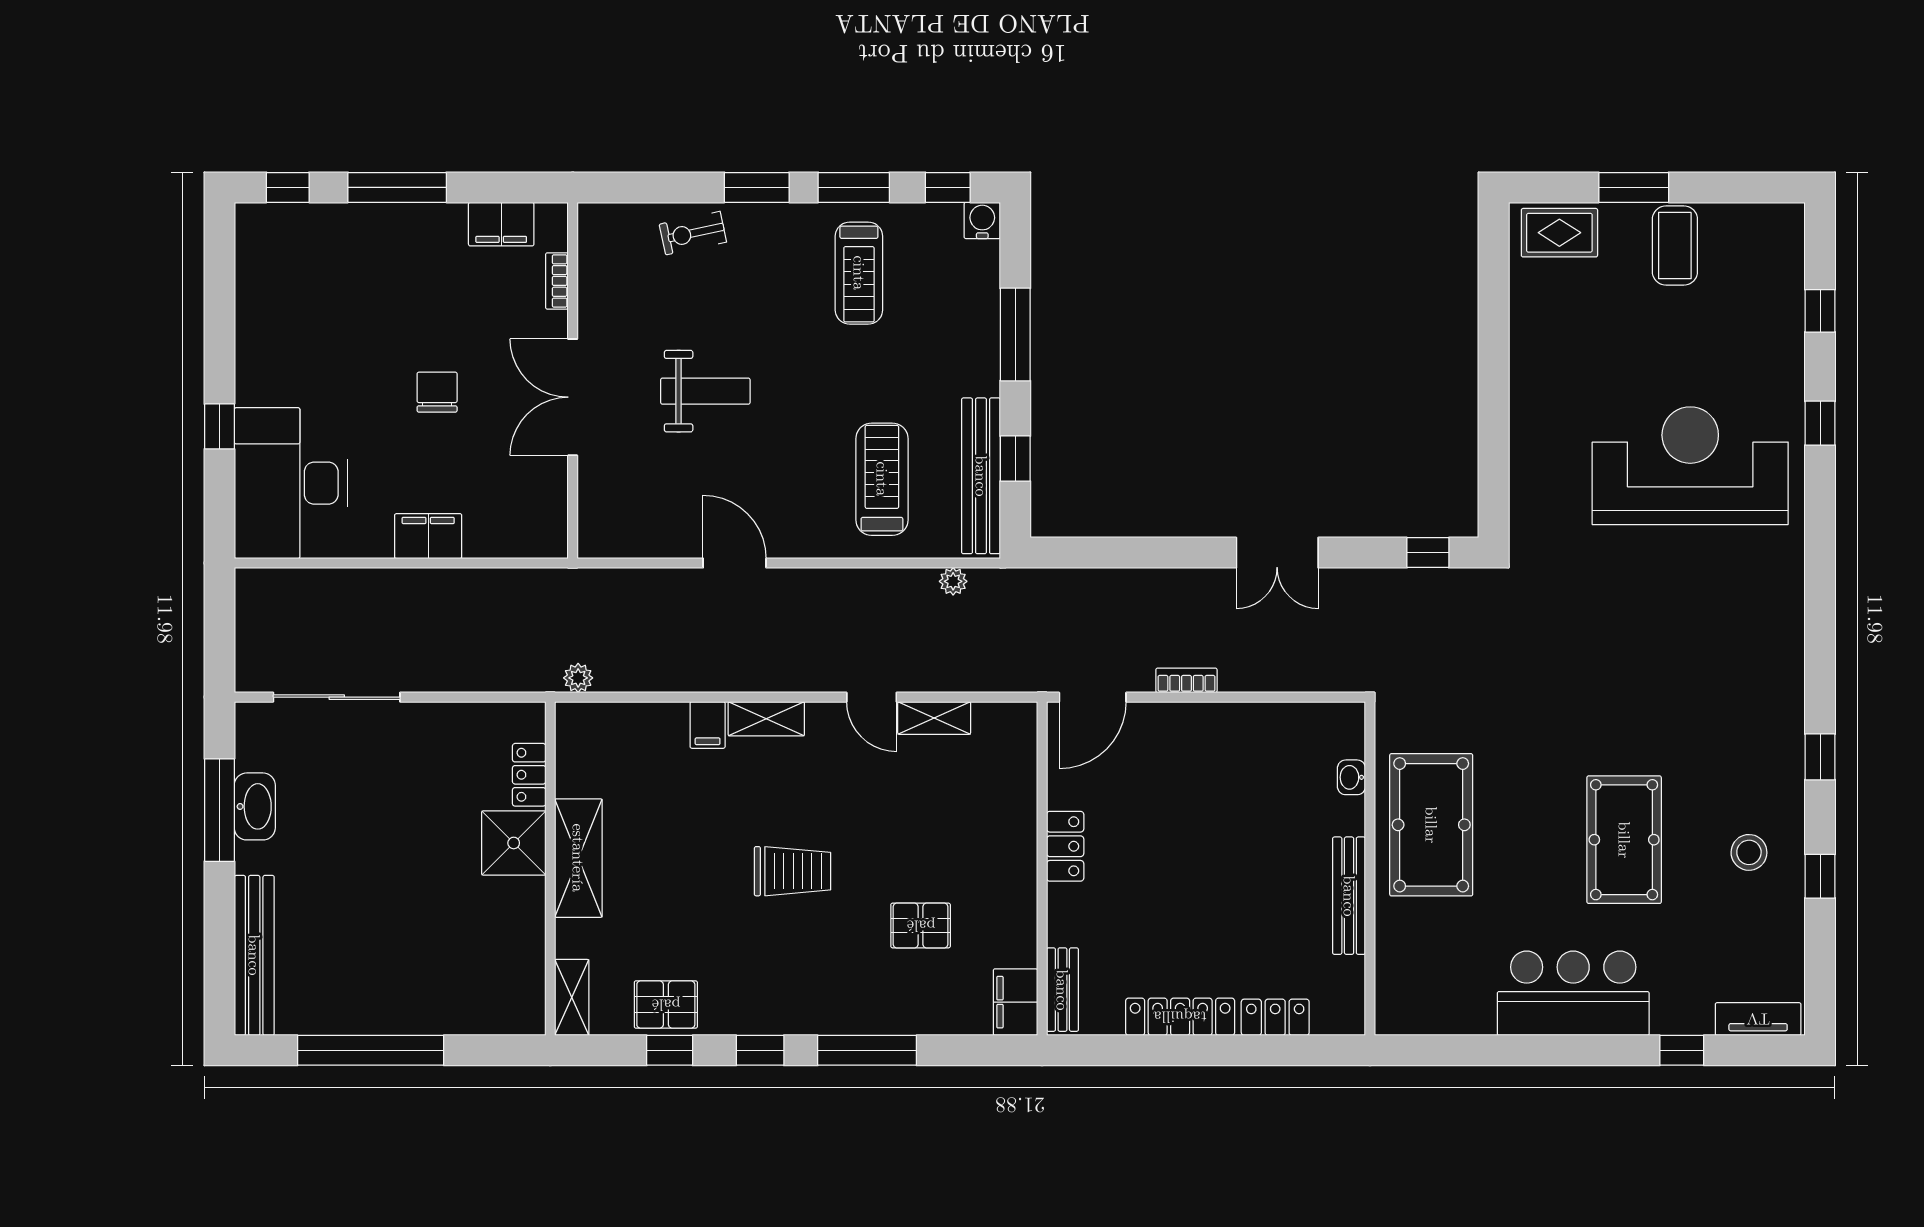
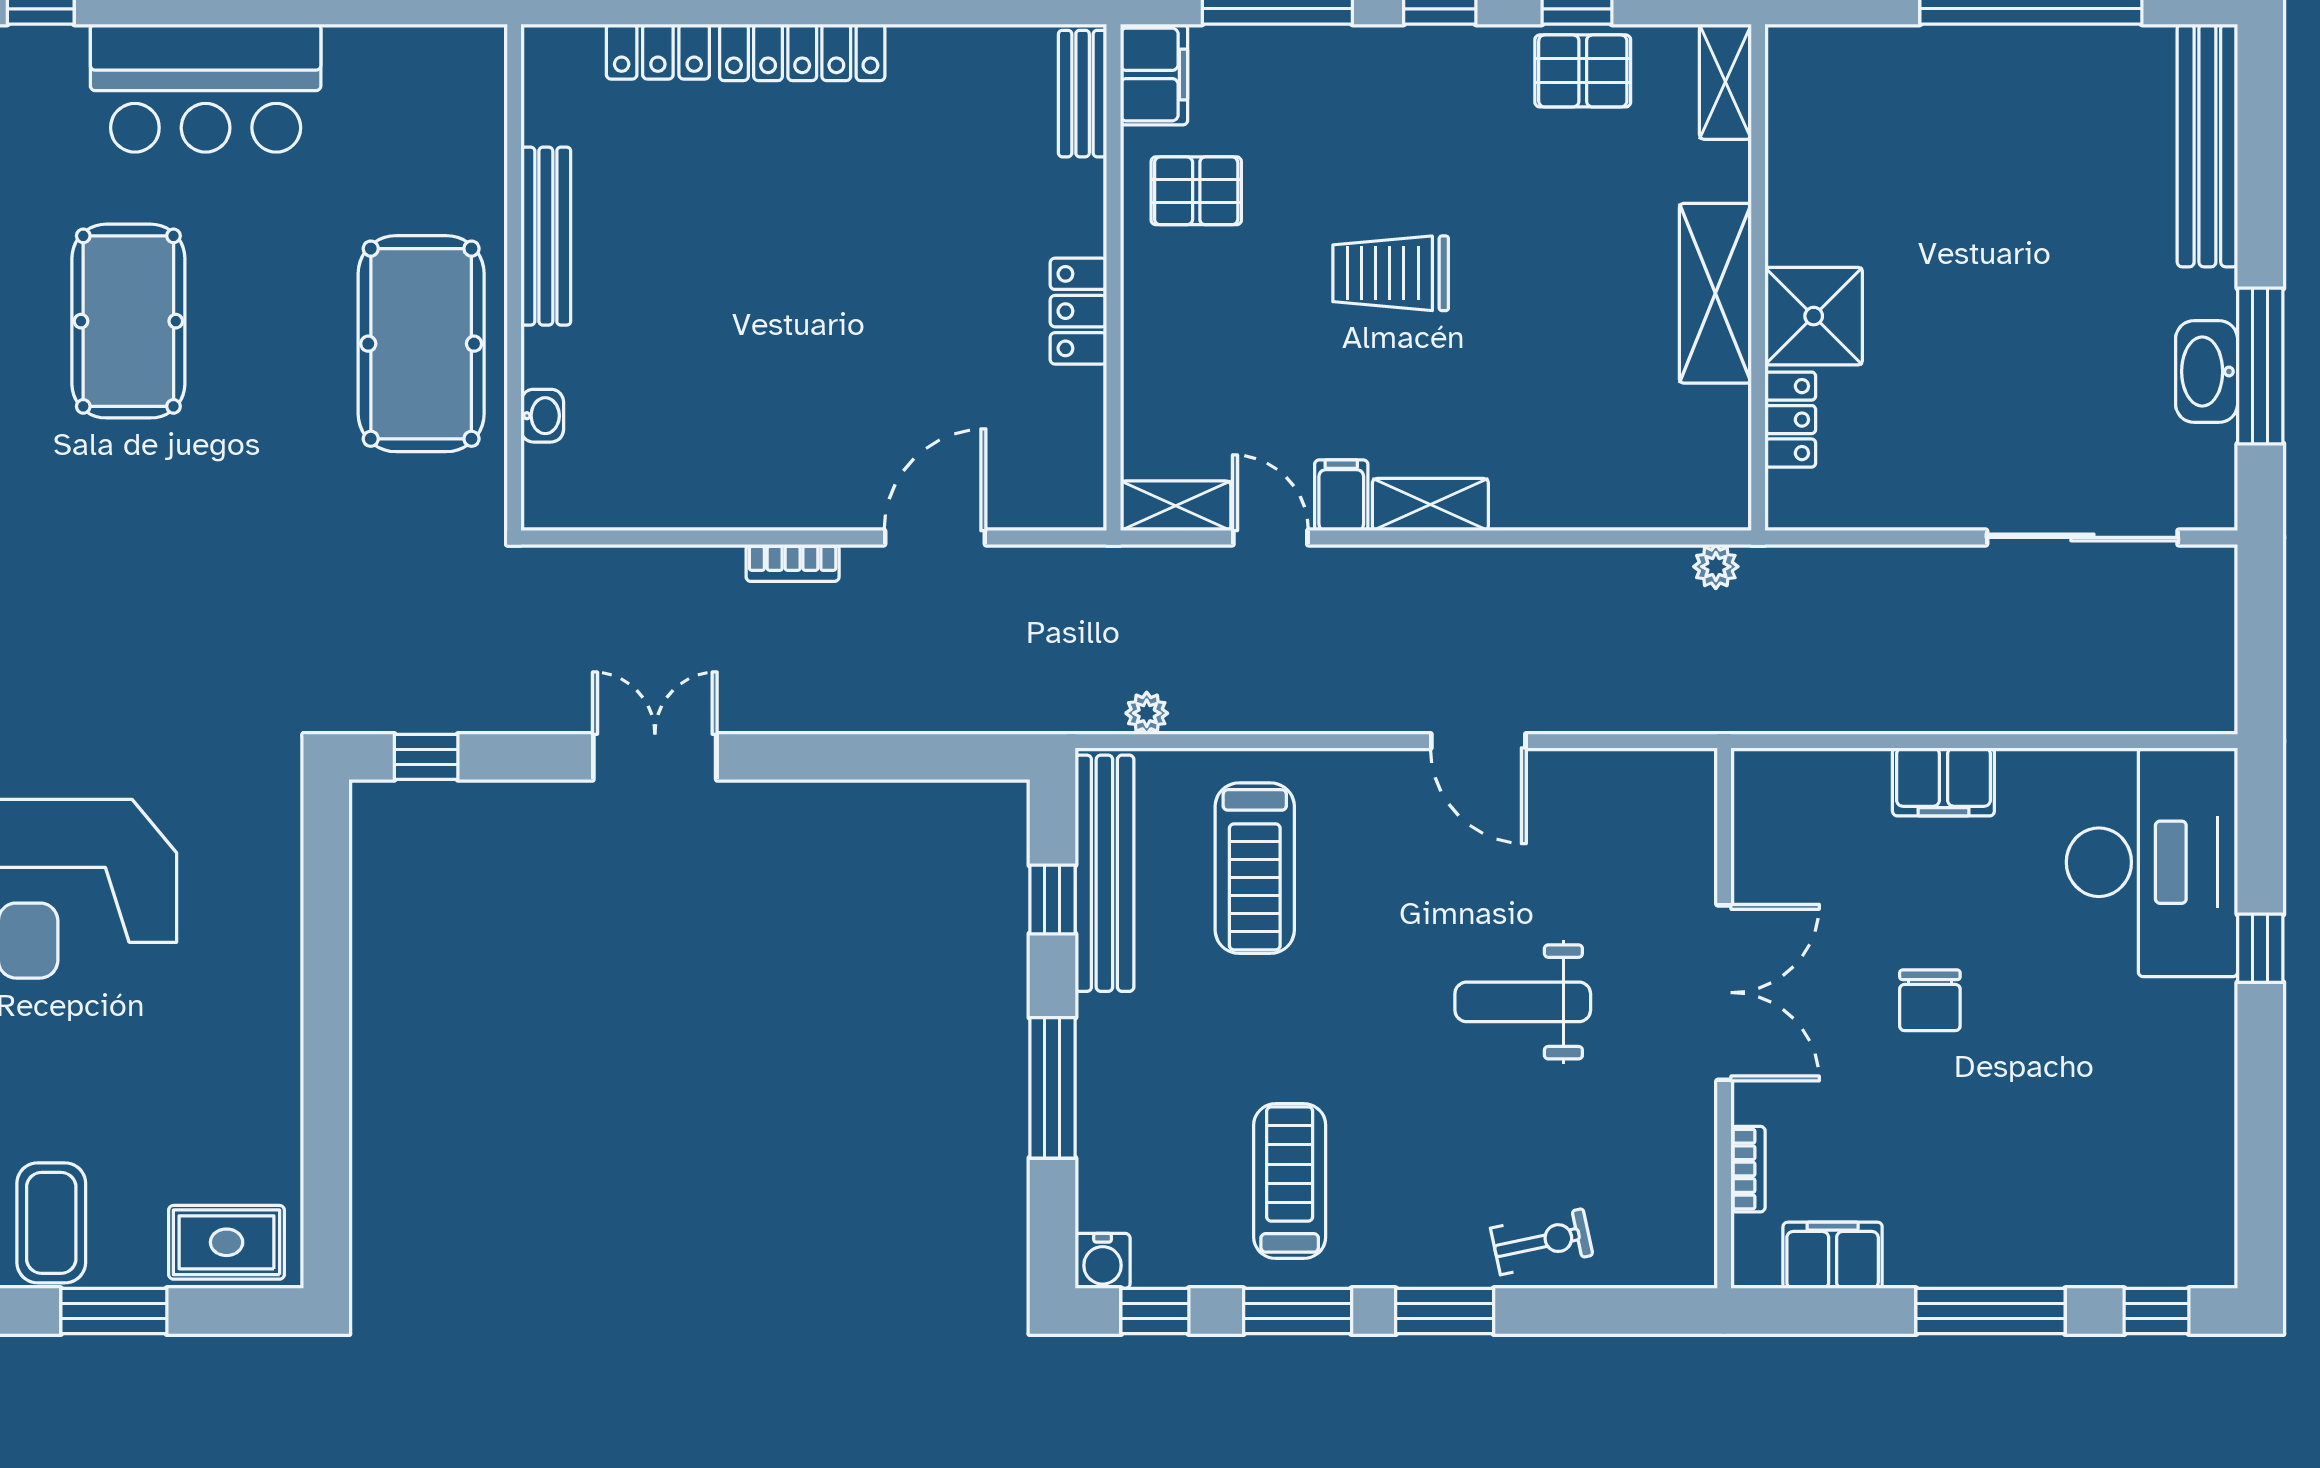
filing cabinet: (708, 725) -> (1341, 495), moved
locker: (1065, 846) -> (1078, 311), moved
wall: (1042, 868) -> (1113, 277), moved
bench: (1062, 990) -> (1083, 94), moved
filing cabinet: (1015, 1002) -> (1154, 74), moved

